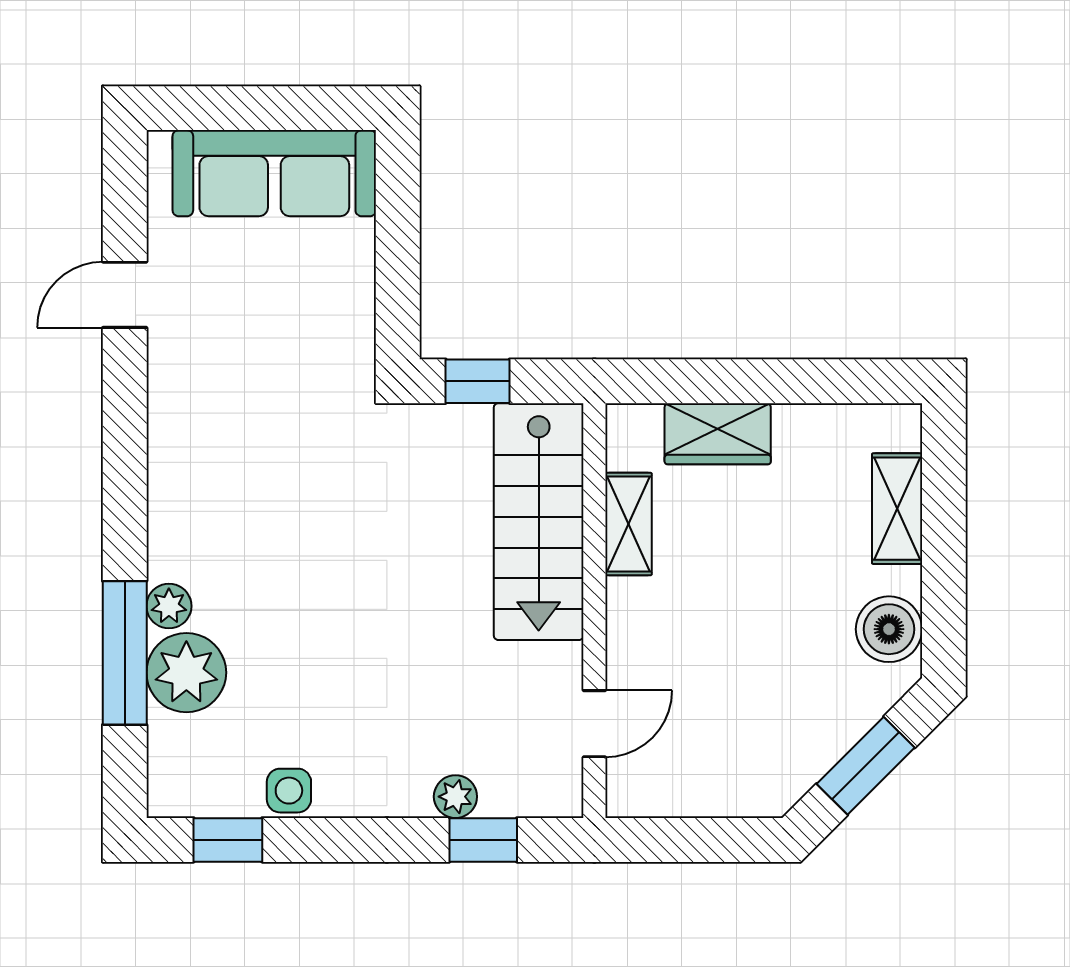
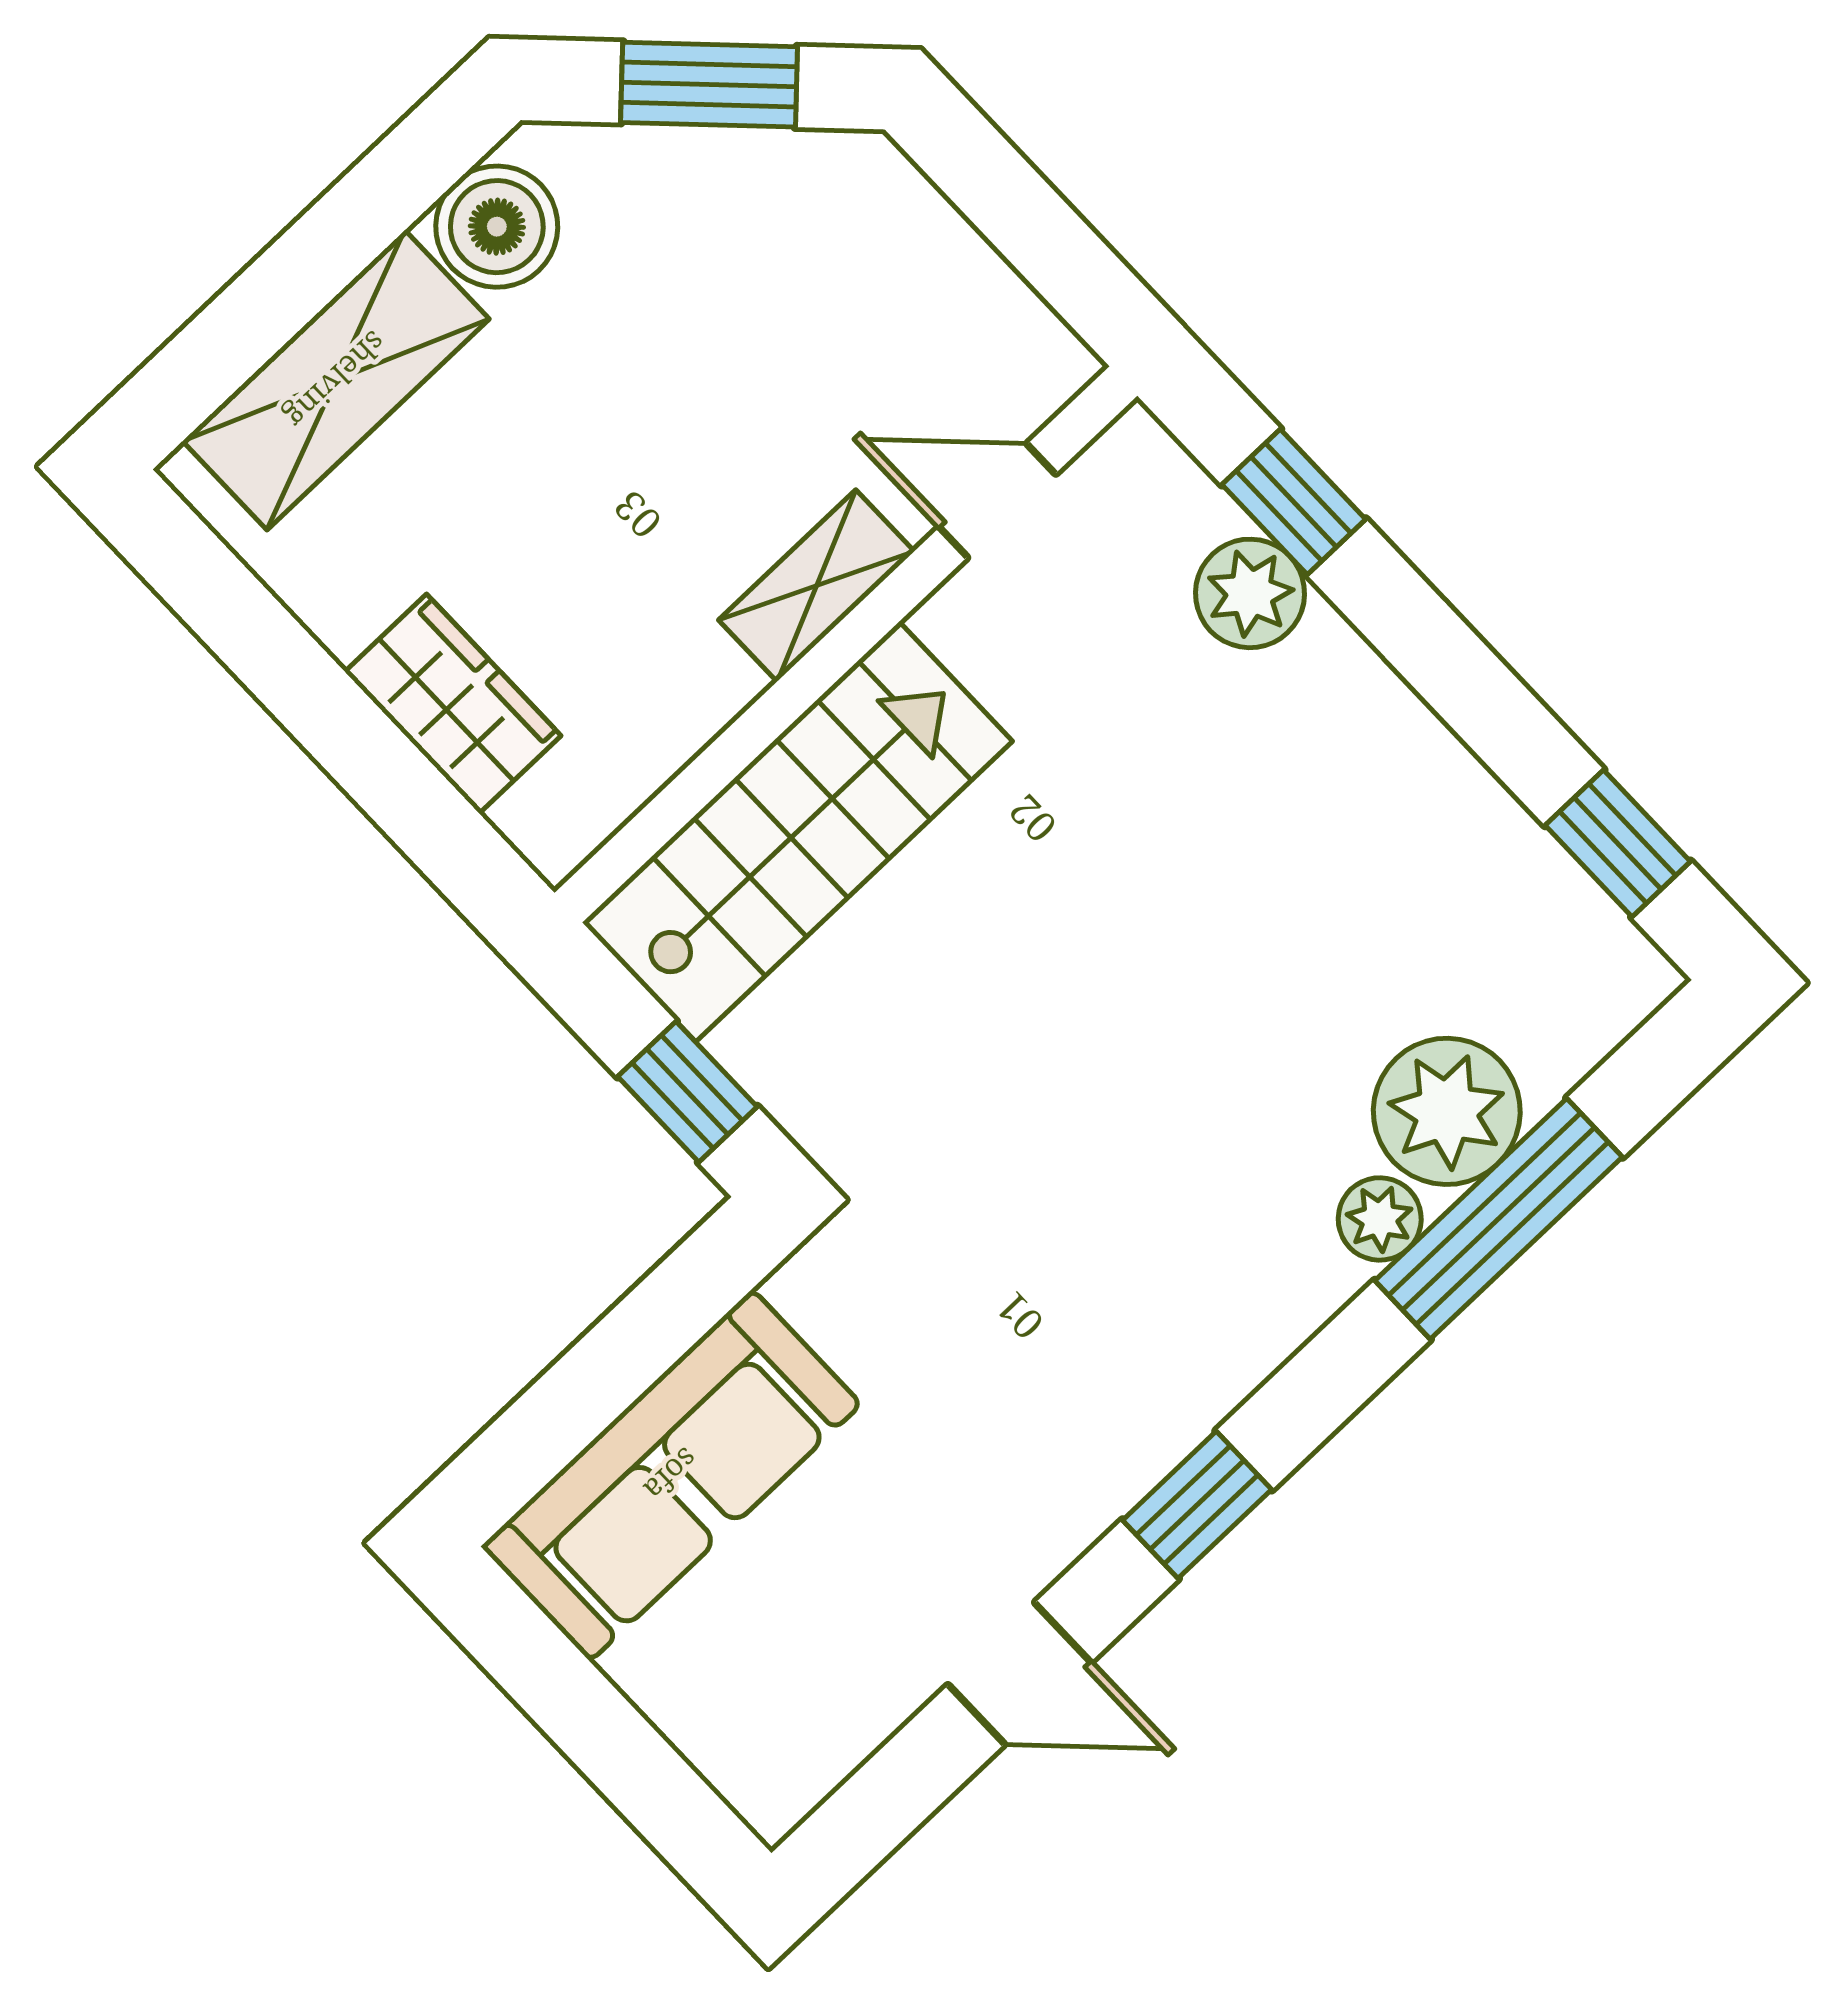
sofa: (274, 173) -> (671, 1475), moved, turned 90
window: (125, 427) -> (1197, 1505), added
shelving: (897, 509) -> (336, 380), width x1.50, depth x1.33
shelving: (628, 524) -> (816, 586), moved
side table: (289, 791) -> (1474, 824), removed
plant: (455, 797) -> (1250, 593), width x1.38, depth x1.38

